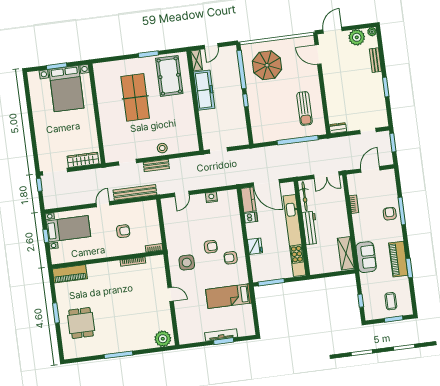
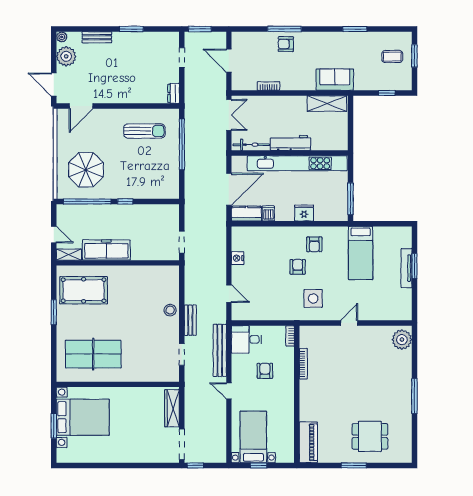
table tennis table: (135, 97) -> (93, 354), moved
desk: (147, 213) -> (246, 339), added
piano: (398, 259) -> (342, 41), removed

